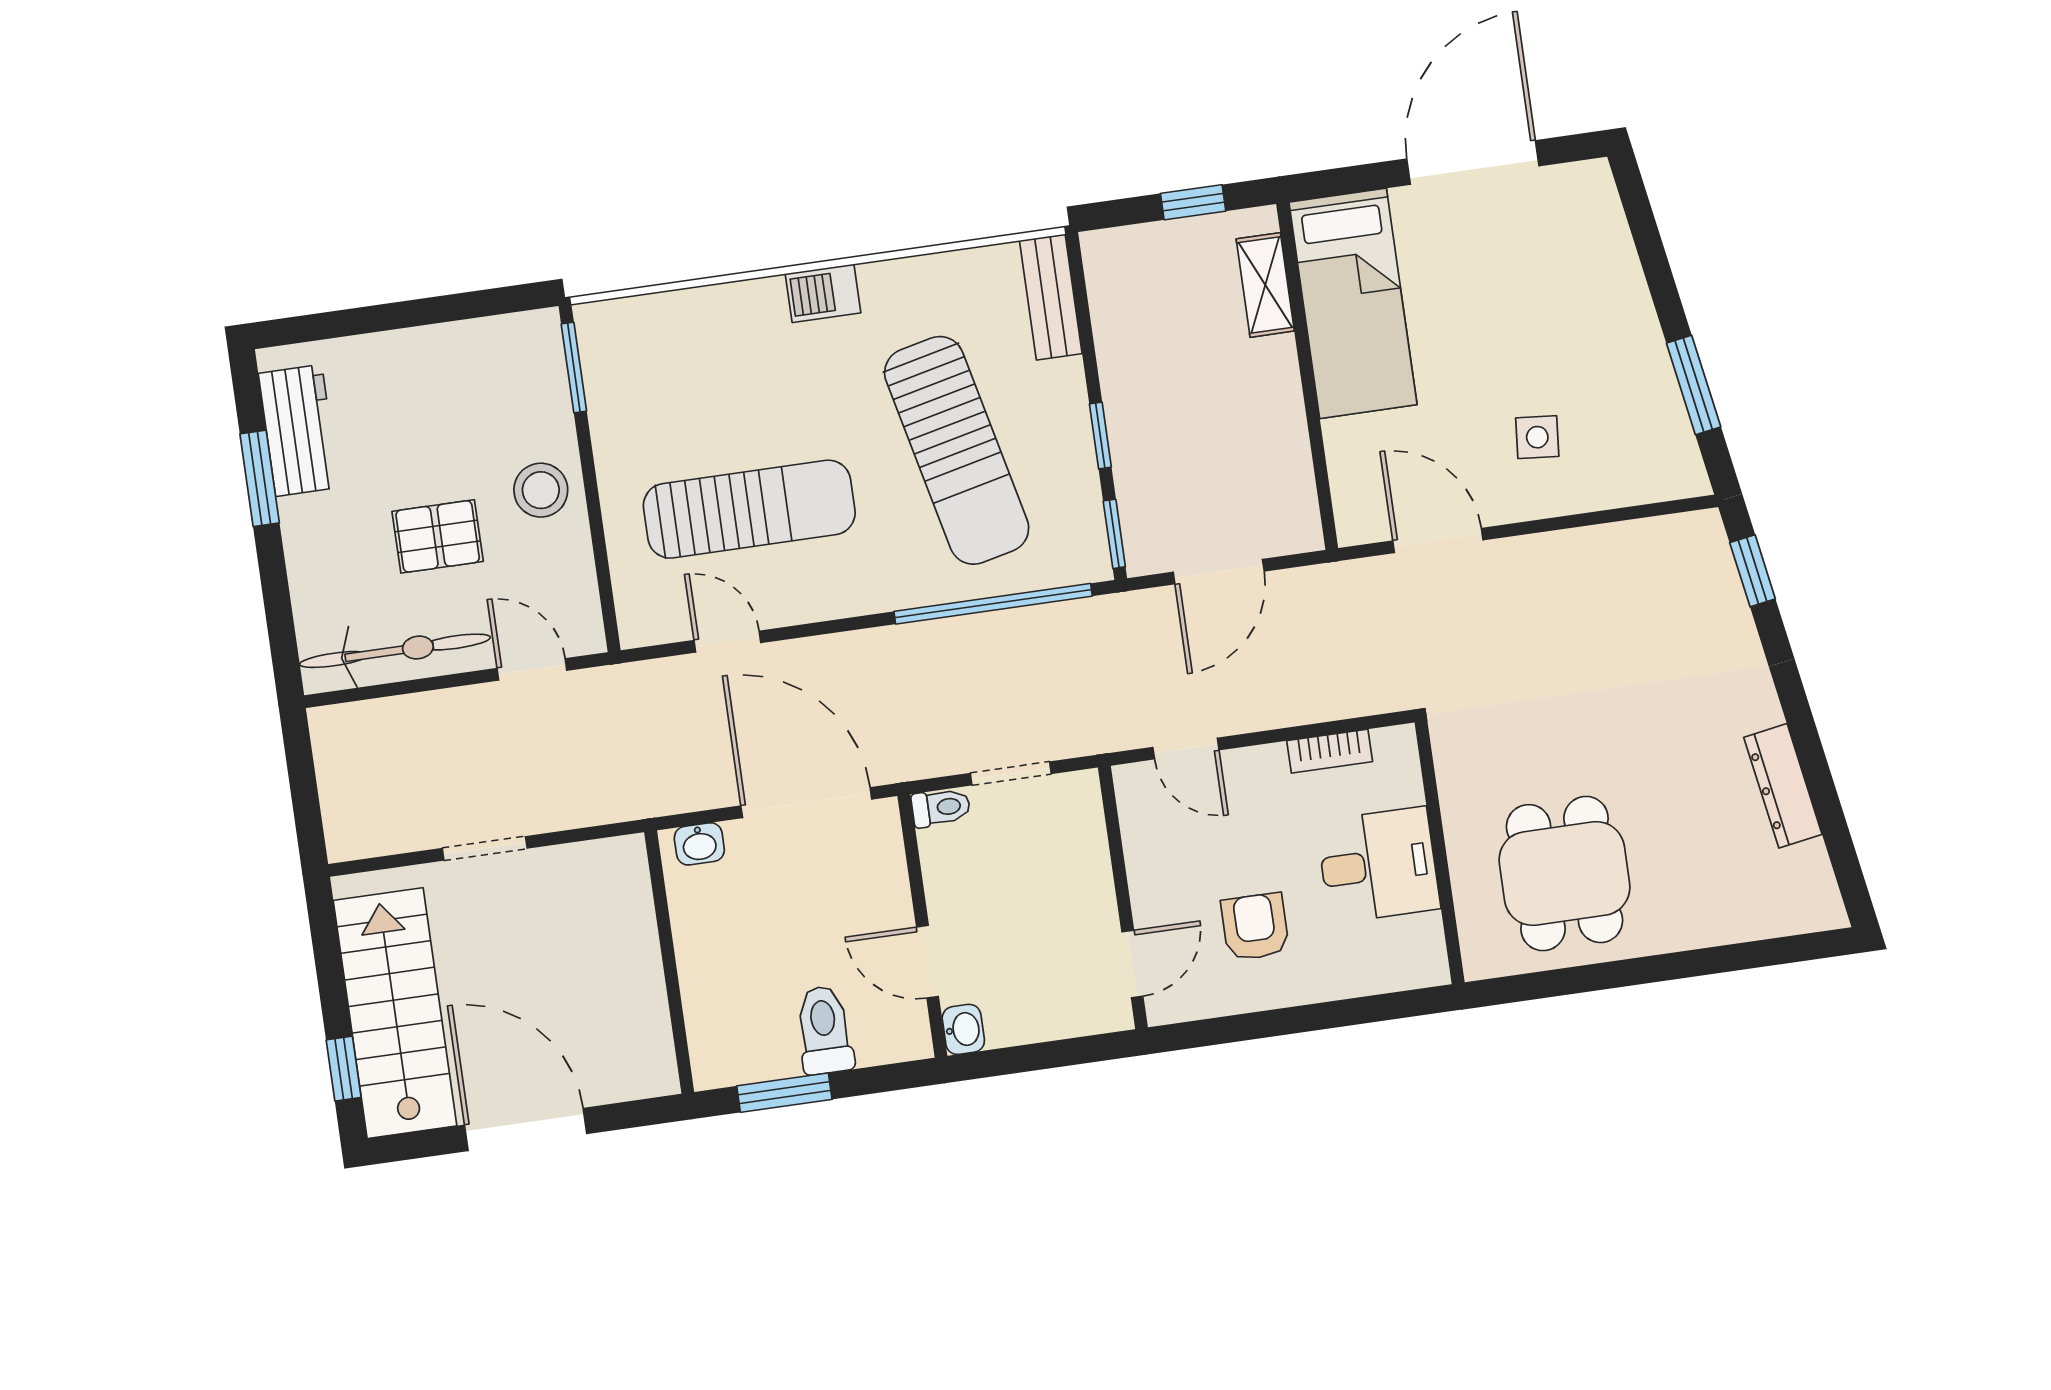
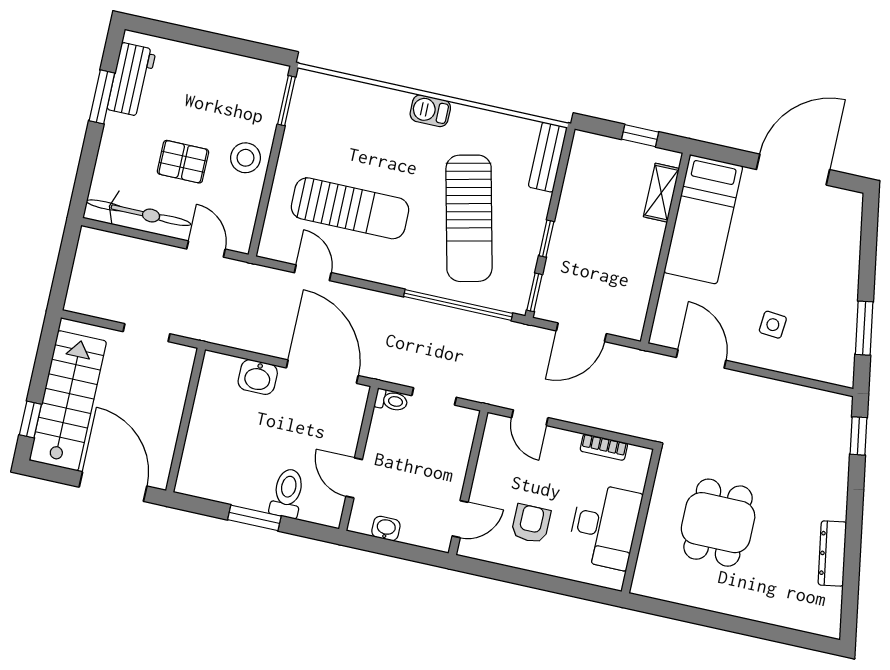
washbasin: (699, 844) -> (258, 377), width x1.38, depth x1.45
desk: (1378, 865) -> (605, 526), width x1.37
dining table: (1565, 874) -> (718, 523), moved
wall: (669, 962) -> (185, 420), moved
washbasin: (963, 1029) -> (386, 528), moved, turned -90

